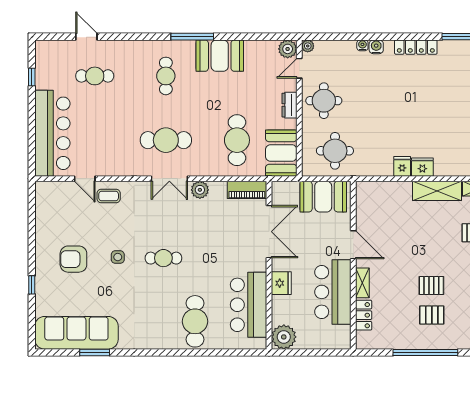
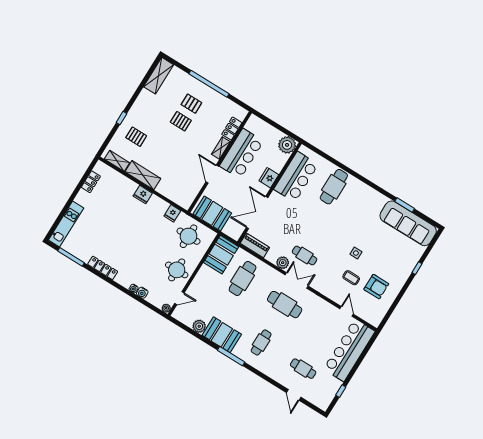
water cooler: (376, 47) -> (142, 293), moved
plant: (288, 49) -> (199, 326), moved
dresser: (289, 105) -> (199, 280), removed
fridge: (402, 166) -> (172, 213), moved
coffee table: (109, 196) -> (351, 278), moved
cafe table: (163, 258) -> (305, 256), moved
armchair: (73, 259) -> (376, 287), moved

